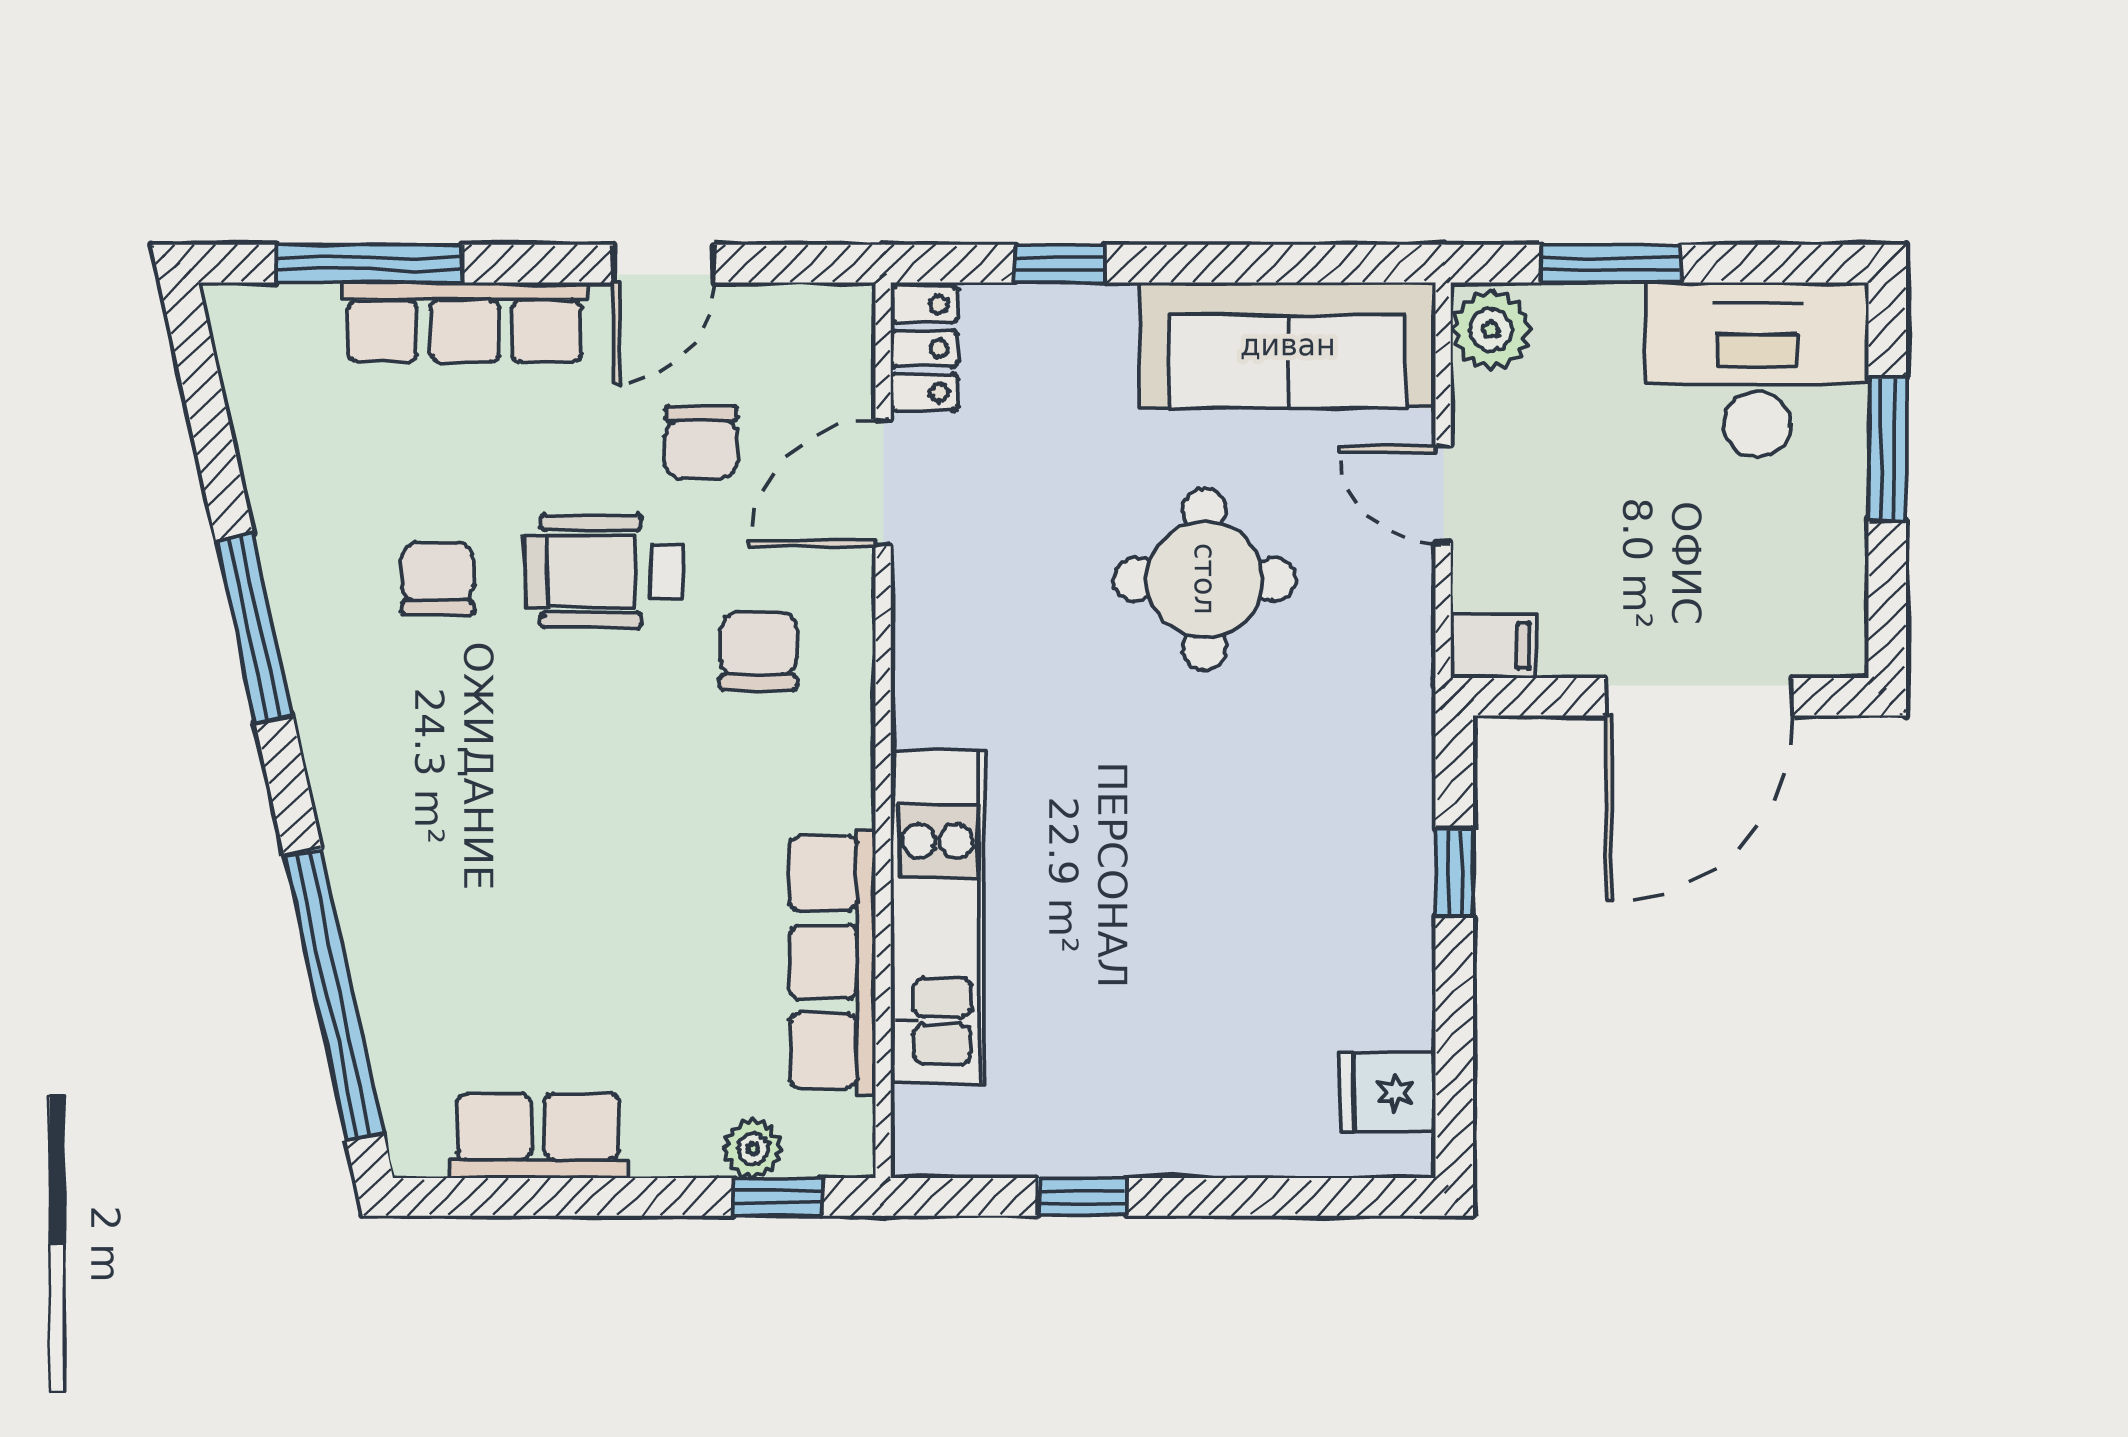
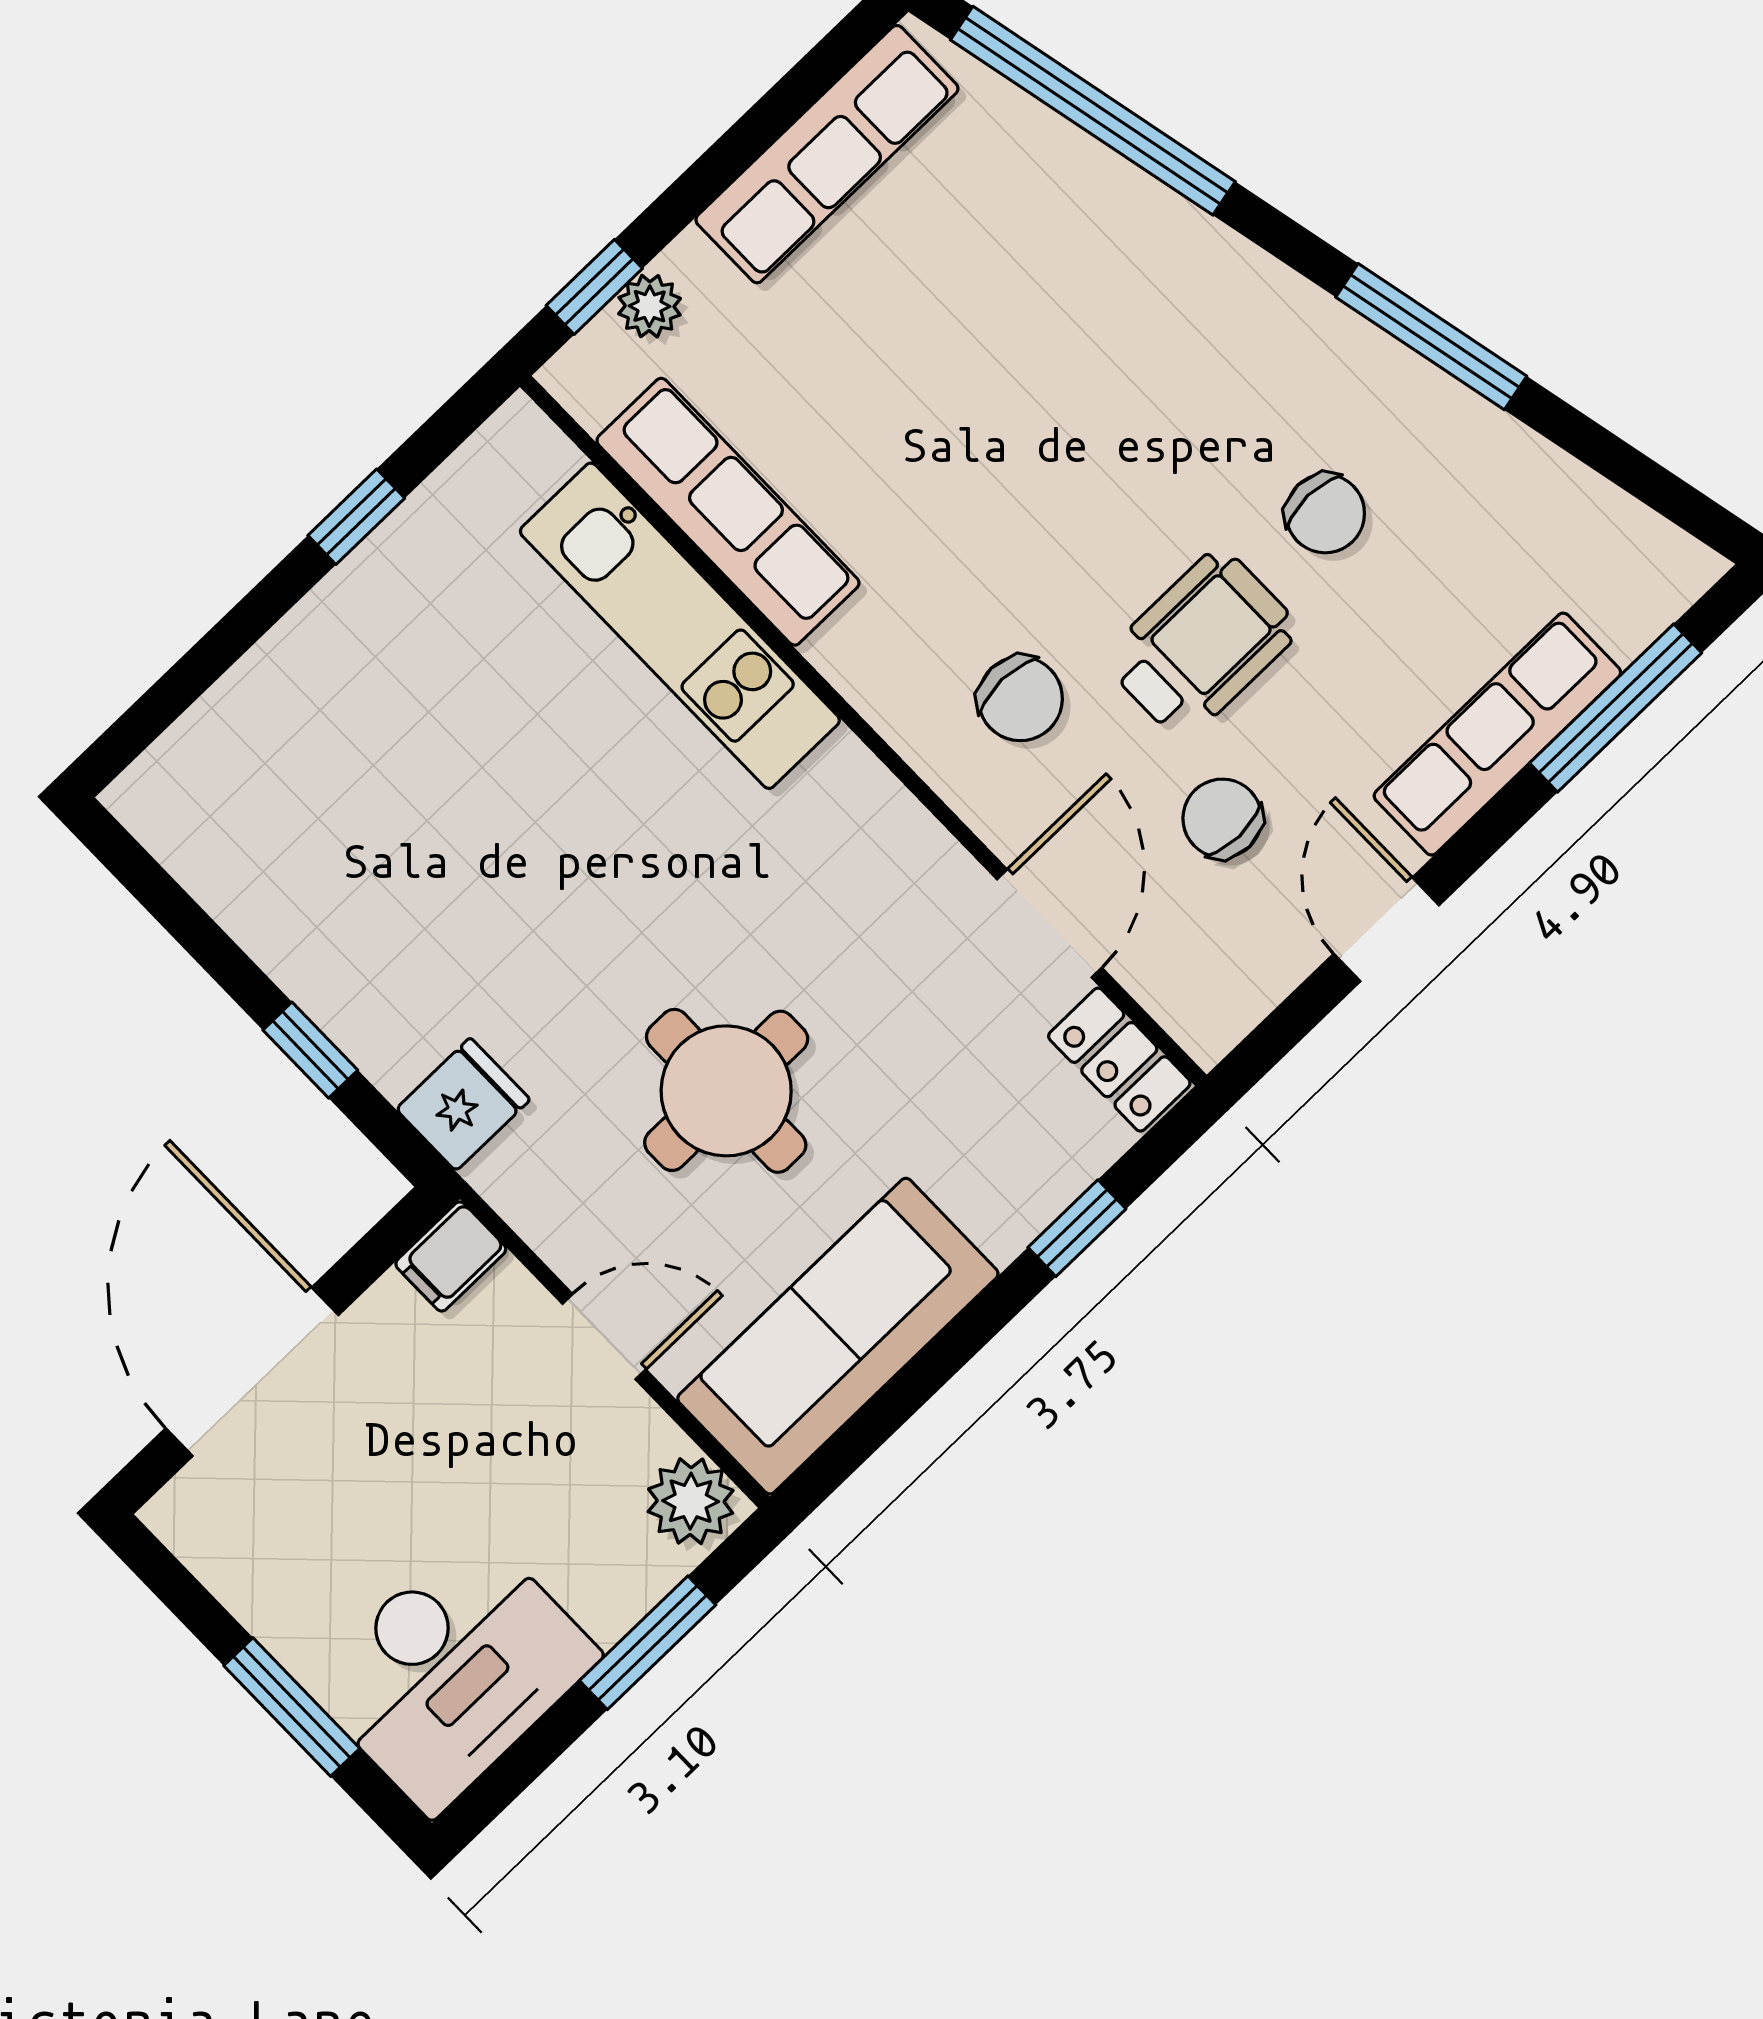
fridge: (1388, 1092) -> (463, 1104), moved
row of seats: (538, 1136) -> (827, 154), width x1.48

